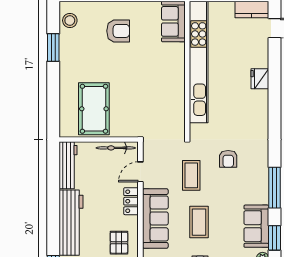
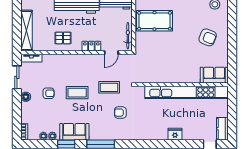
armchair: (118, 31) -> (208, 37), turned -68
door: (140, 172) -> (111, 53), swing flipped
sofa: (155, 218) -> (80, 63), removed

